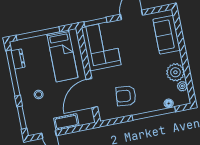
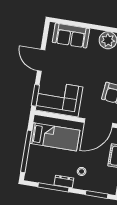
dresser: (18, 59) -> (64, 182), moved
window: (13, 73) -> (53, 187), width x0.68
door: (92, 93) -> (98, 123), hinge flipped

